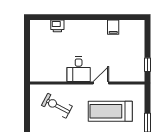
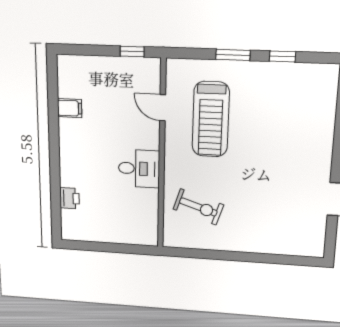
door: (101, 83) -> (163, 108), moved
exercise bike: (57, 106) -> (198, 207), turned -100

